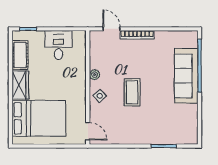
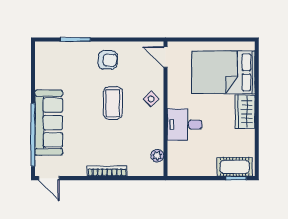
door: (111, 29) -> (49, 178), moved
desk: (58, 45) -> (185, 125), moved, turned 90
cot: (20, 55) -> (235, 167), moved, turned 90
plant: (95, 75) -> (157, 156), moved
armchair: (136, 129) -> (108, 60), added

